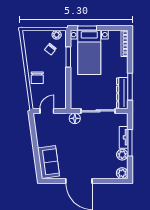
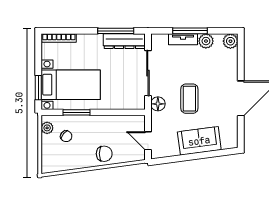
coffee table: (79, 142) -> (189, 99), added
sofa: (49, 162) -> (199, 141), moved

